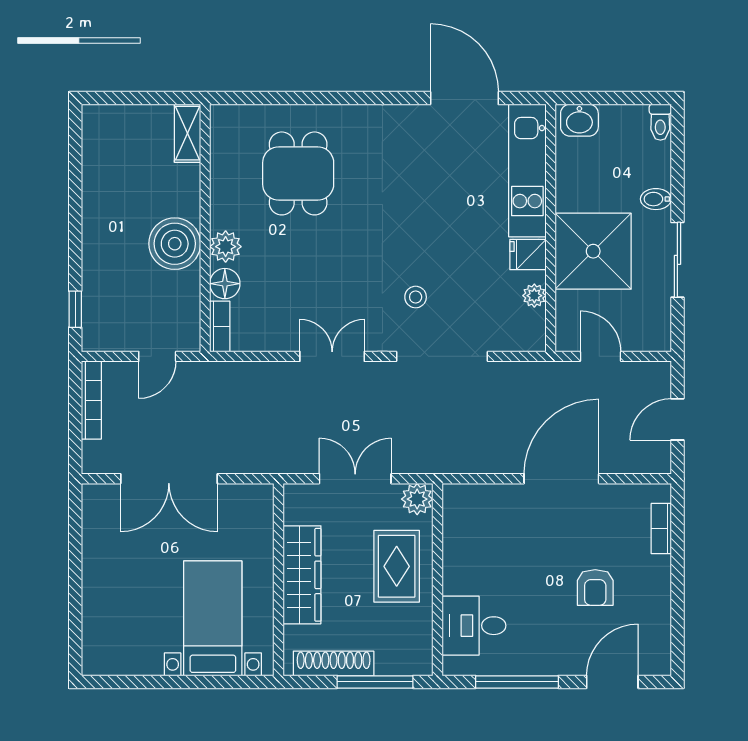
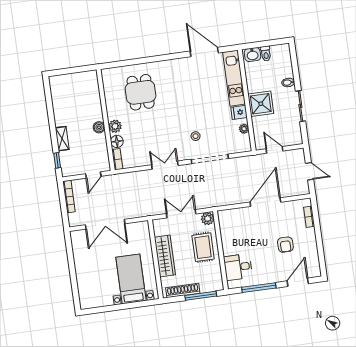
toilet: (660, 122) -> (266, 54), moved
shelving: (187, 133) -> (62, 139), moved
boiler: (175, 244) -> (99, 127), width x0.54, depth x0.54
shower: (593, 251) -> (261, 104), width x0.73, depth x0.73
door: (677, 419) -> (309, 171), swing flipped

